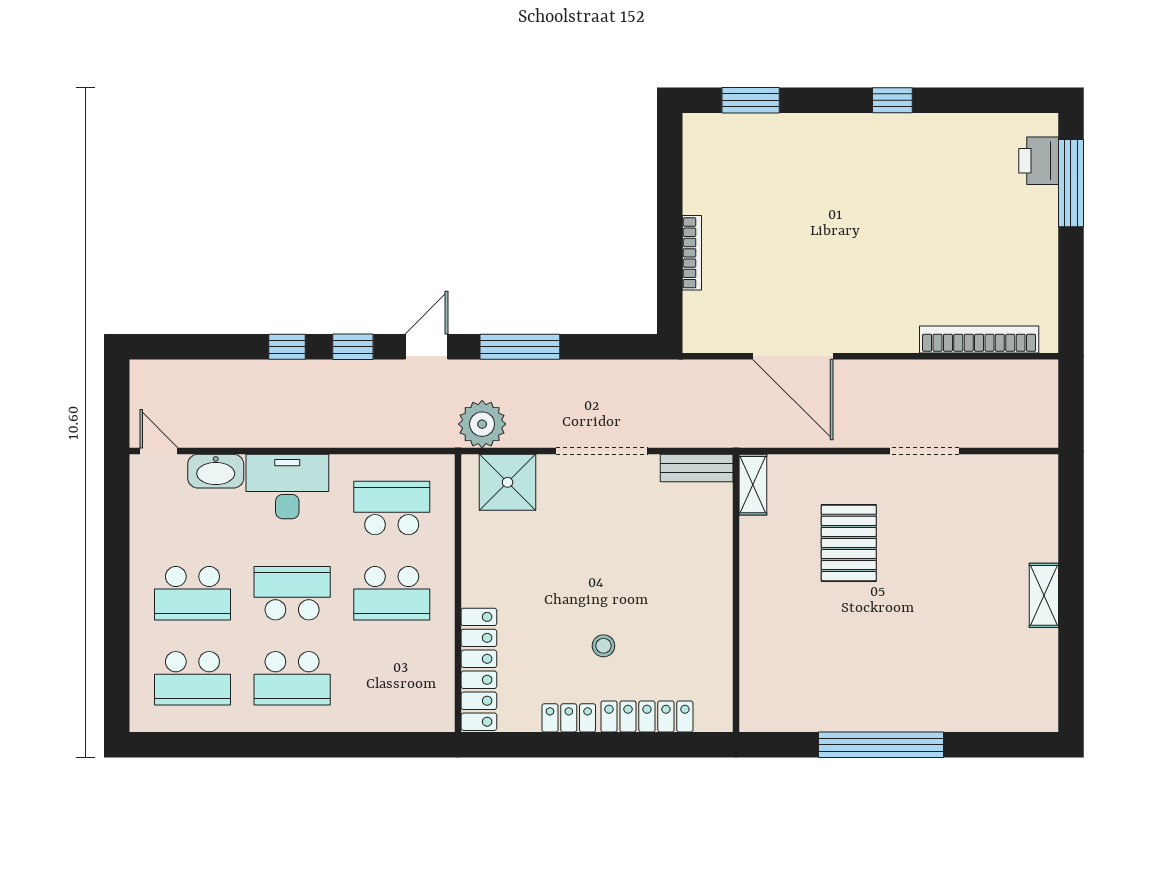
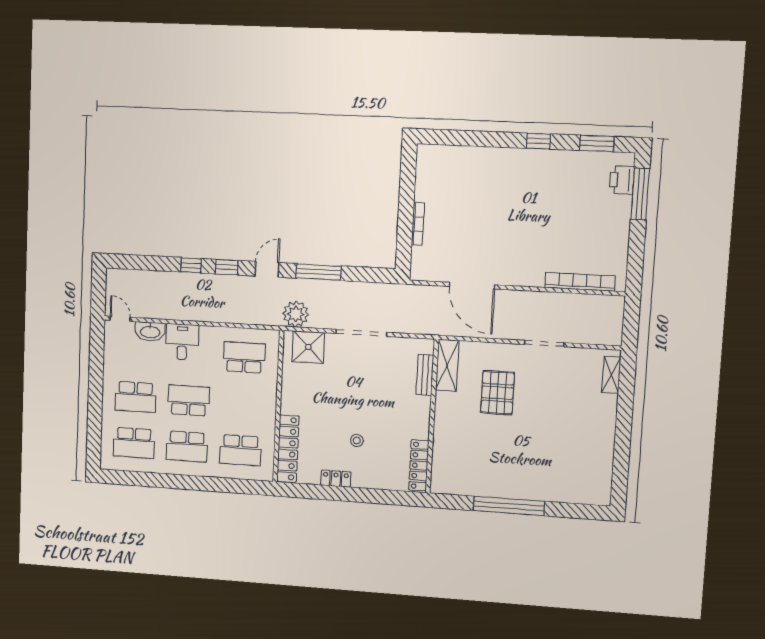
window: (751, 100) -> (597, 143), moved
bench: (697, 468) -> (425, 375), moved, turned 90
shelving: (753, 485) -> (447, 365), width x1.50, depth x1.33
desk: (287, 487) -> (182, 342), width x0.73
school desk: (392, 593) -> (240, 450), moved
shelving: (1044, 595) -> (611, 375), moved
locker: (647, 716) -> (419, 465), moved, turned -90

